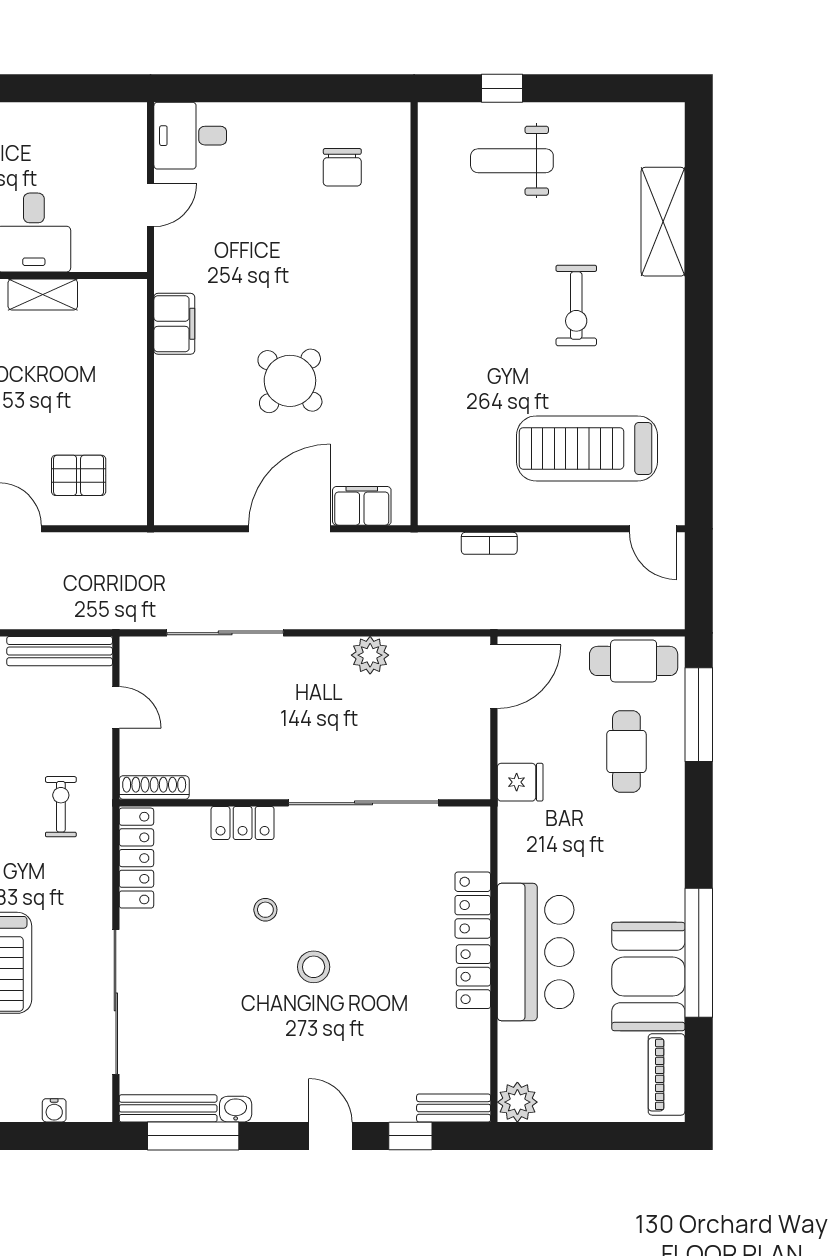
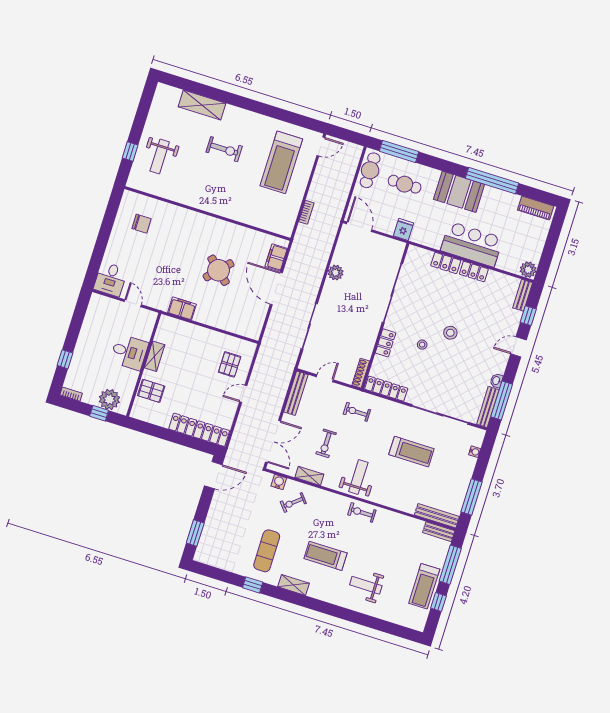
booth: (648, 977) -> (459, 192), moved

